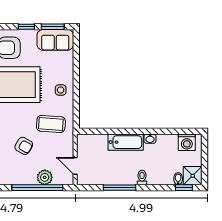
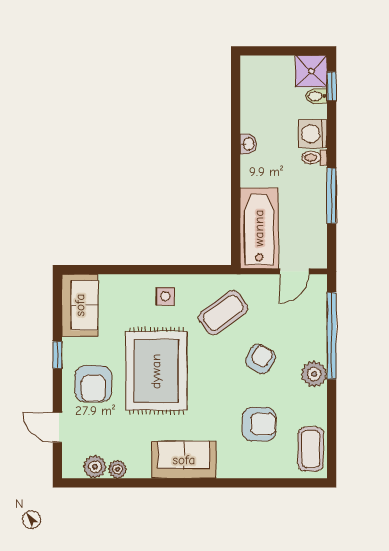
window: (53, 27) -> (57, 310), removed
coffee table: (51, 124) -> (223, 313), turned 50
bathtub: (126, 142) -> (259, 228), moved, width x1.36, depth x1.36
washing machine: (187, 142) -> (313, 134), moved, turned 180
plant: (45, 177) -> (314, 374), moved

